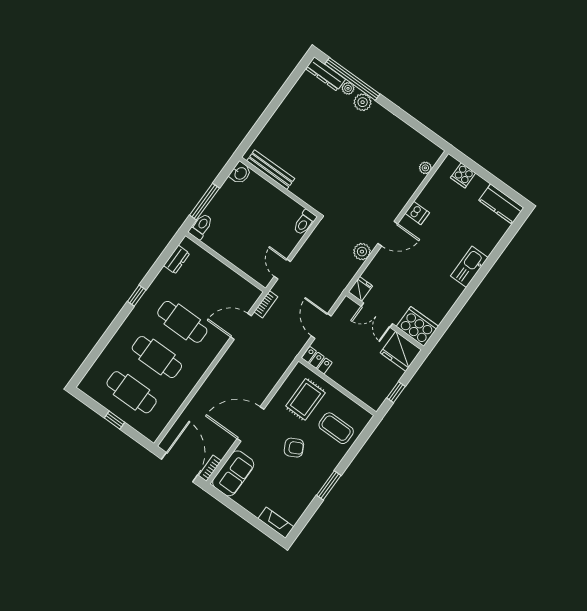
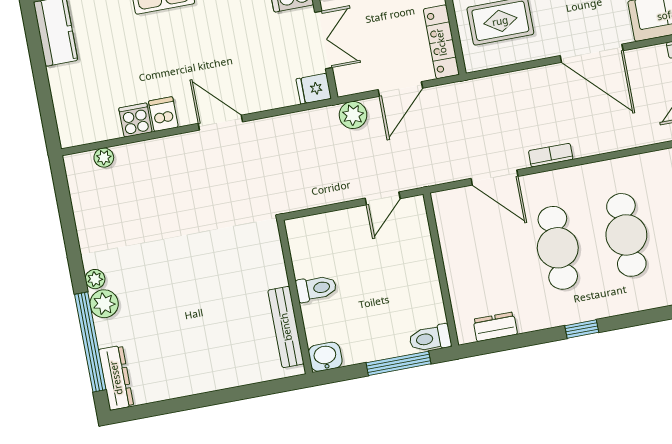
plant: (348, 88) -> (95, 279), moved
cooker: (463, 175) -> (135, 120), moved, turned -90
toilet: (305, 222) -> (316, 288), moved
plant: (362, 252) -> (353, 115), moved
bookcase: (266, 304) -> (551, 155), moved
locker: (317, 360) -> (441, 42), width x1.53

